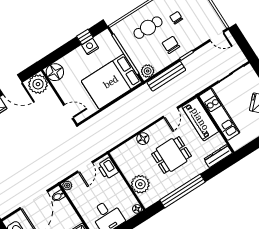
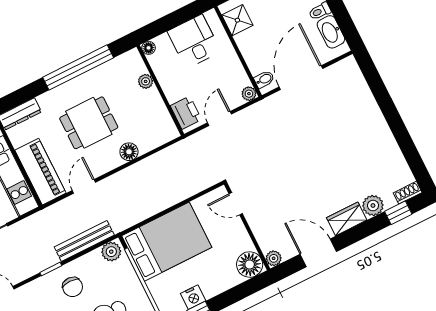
plant: (38, 84) -> (274, 258), width x0.53, depth x0.53
plant: (140, 184) -> (146, 81), width x0.53, depth x0.53

